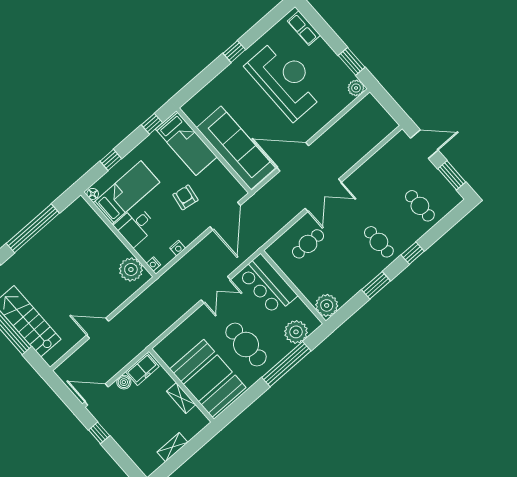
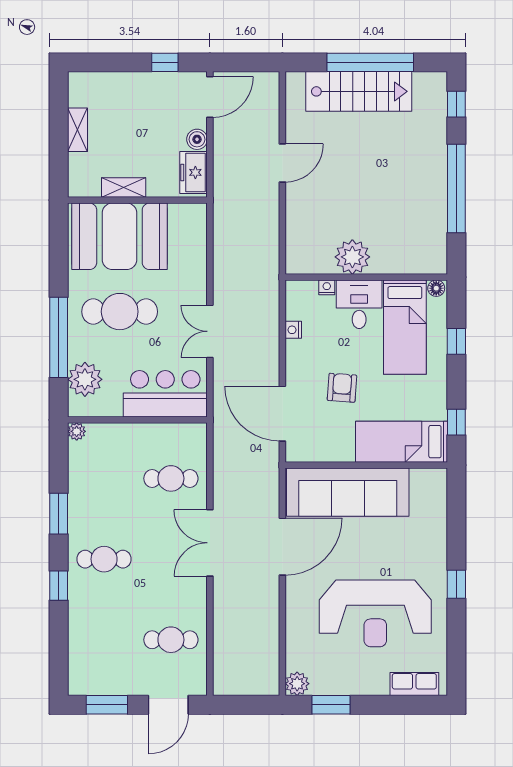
armchair: (185, 197) -> (342, 388), turned -95
cafe table: (420, 206) -> (171, 640), moved
cafe table: (308, 244) -> (171, 478), turned 90
nightstand: (153, 264) -> (327, 287), moved
plant: (131, 269) -> (352, 257), moved
plant: (327, 305) -> (77, 431), width x0.53, depth x0.53

